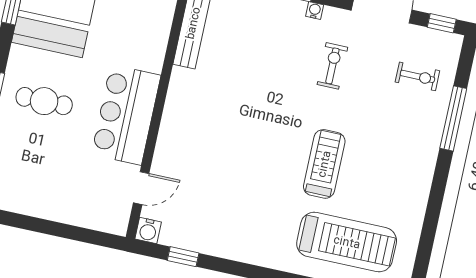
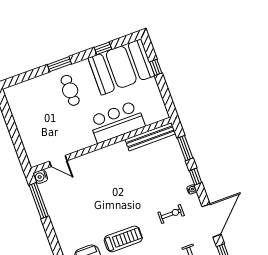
bar counter: (126, 115) -> (117, 122), moved
window: (183, 257) -> (39, 201), width x2.17

